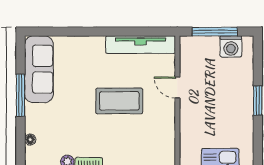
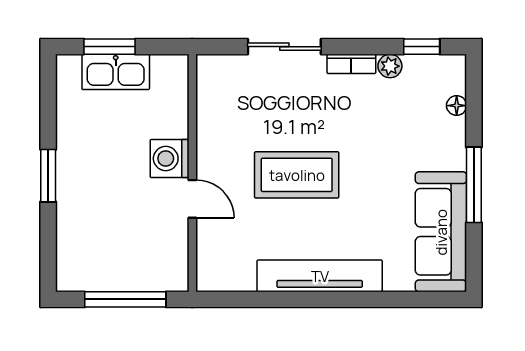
tv unit: (141, 45) -> (320, 276), moved
washing machine: (231, 46) -> (170, 159), moved, turned -90

